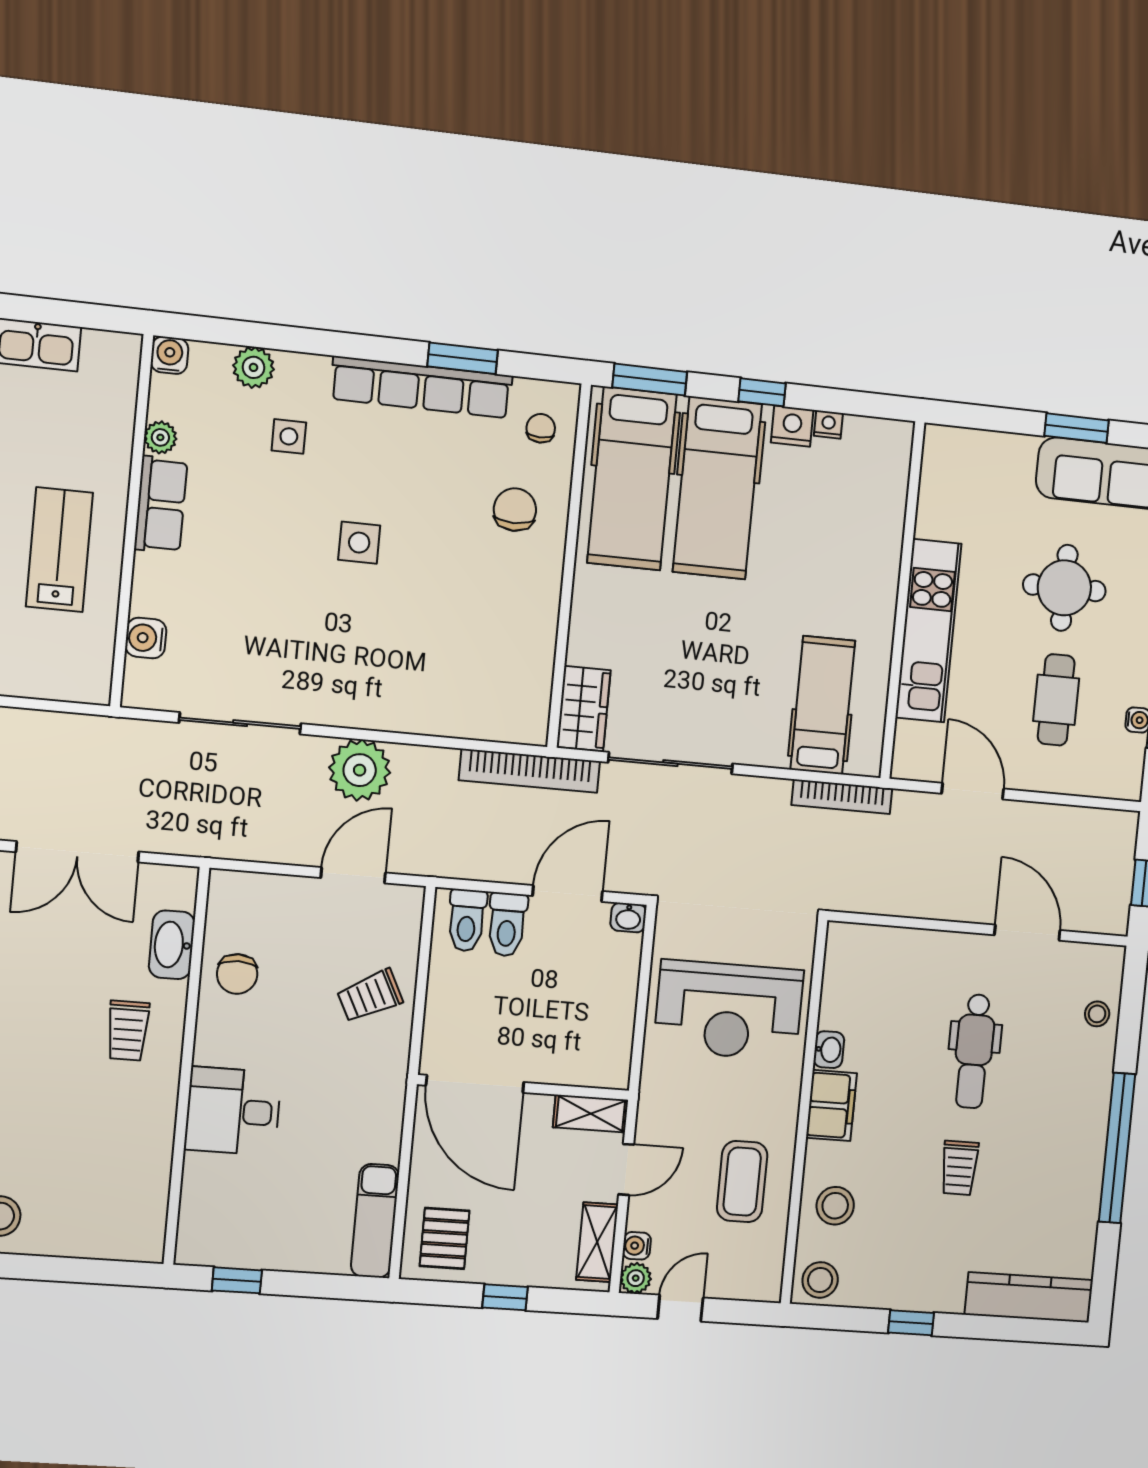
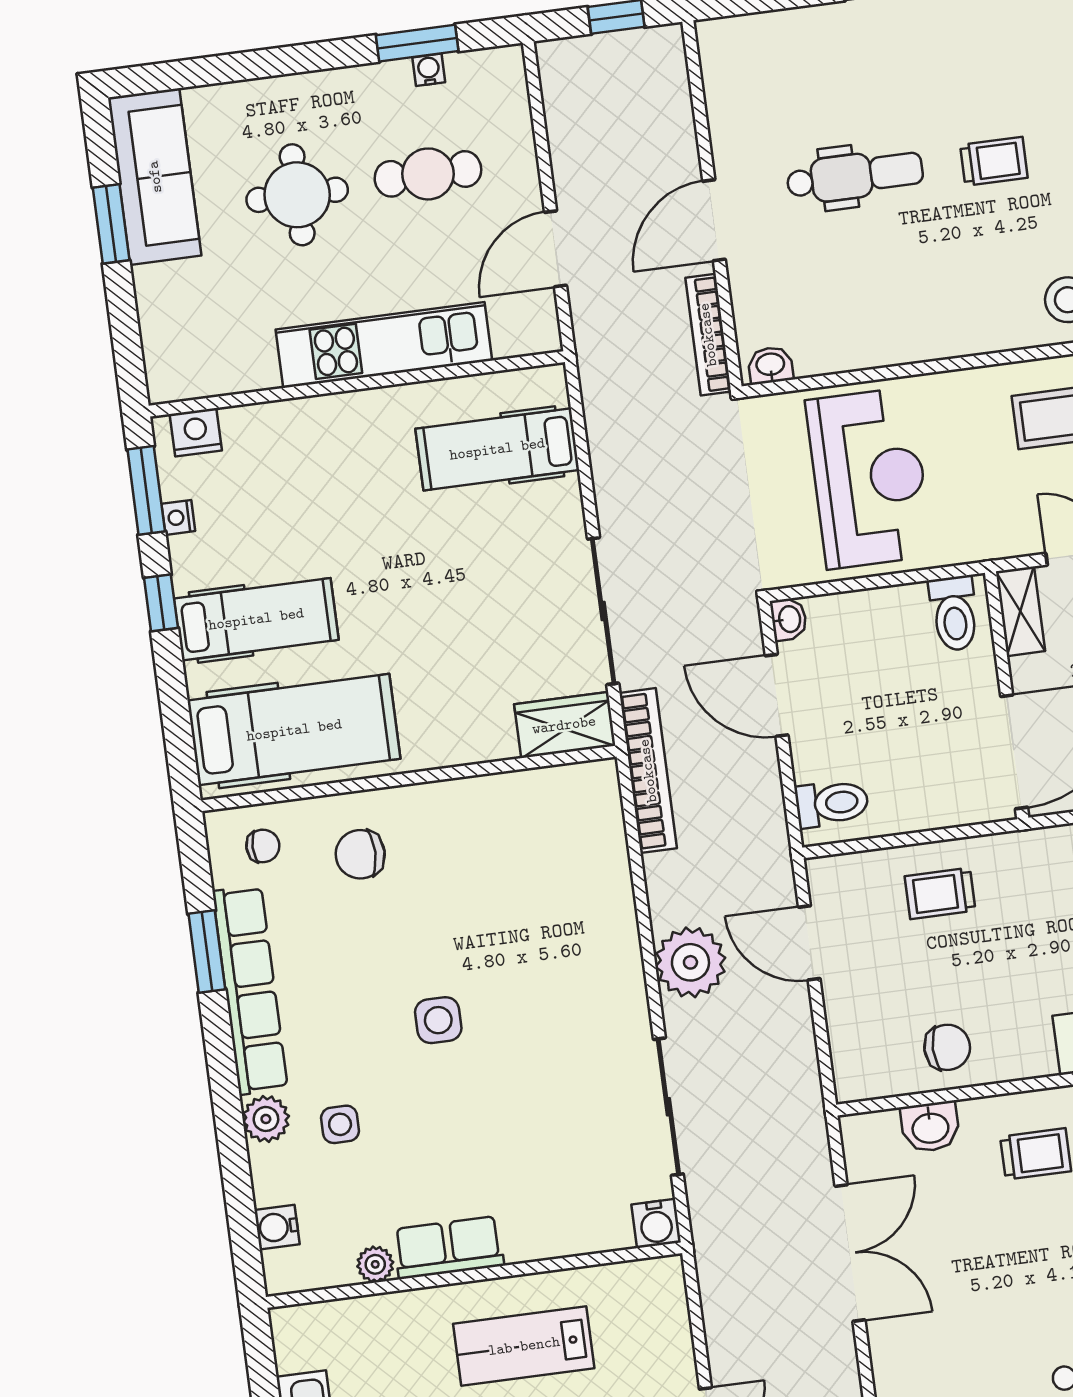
water cooler: (170, 355) -> (277, 1227), moved
plant: (254, 367) -> (266, 1119), moved
window: (650, 380) -> (146, 490), moved
nightstand: (792, 426) -> (196, 432), moved, turned 90
chair: (541, 428) -> (263, 846), turned 180
hospital bed: (717, 488) -> (256, 619), width x0.73, depth x0.78
water cooler: (146, 638) -> (656, 1223), moved
bookcase: (842, 797) -> (708, 335), moved, turned 180
toilet: (507, 925) -> (954, 613), moved, turned 90
door: (1027, 933) -> (714, 220), moved
washbasin: (172, 945) -> (930, 1127), width x0.72
trolley: (370, 996) -> (940, 893), turned 117
stool: (1097, 1014) -> (780, 37), removed
washbasin: (829, 1050) -> (770, 365), moved
filing cabinet: (831, 1105) -> (953, 331), removed

